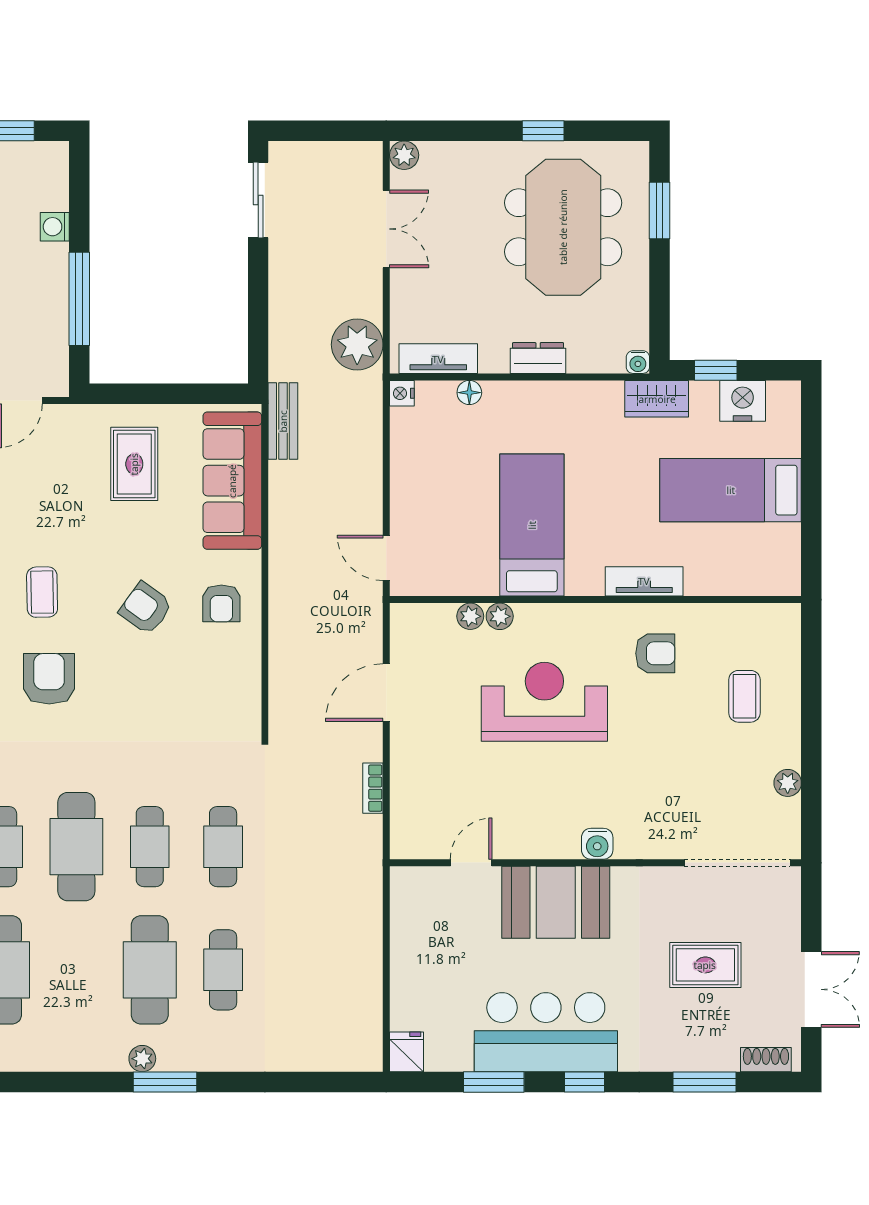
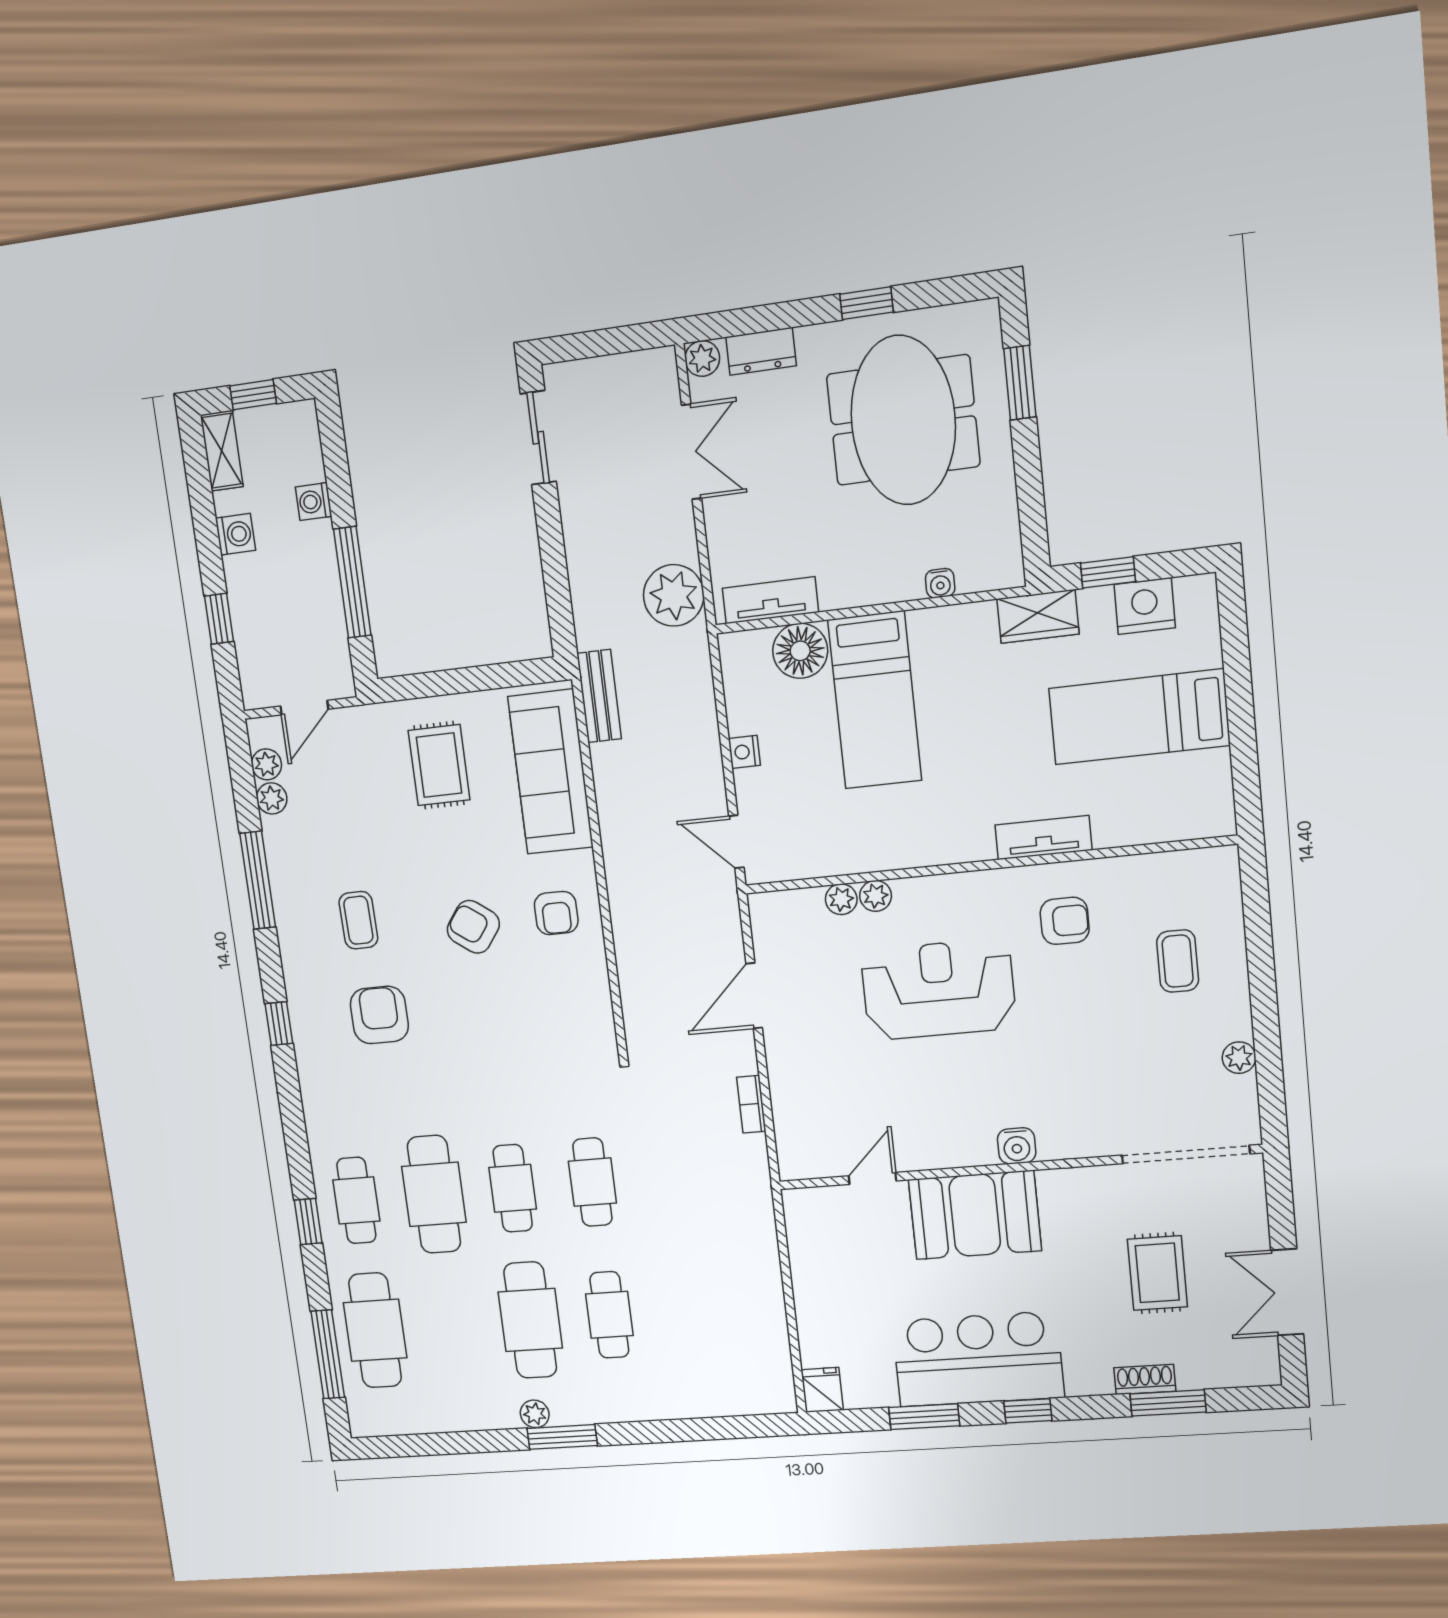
dresser: (538, 358) -> (761, 351), moved, turned 180
water cooler: (638, 362) -> (940, 583), moved
nightstand: (402, 393) -> (744, 752), moved
floor lamp: (469, 393) -> (800, 651), width x1.89, depth x1.89
bed: (532, 525) -> (875, 700), moved, turned 180
rug: (705, 965) -> (1157, 1273), turned 90
double door: (811, 989) -> (1287, 1292), swing flipped
shoe rack: (766, 1060) -> (1145, 1380), moved

